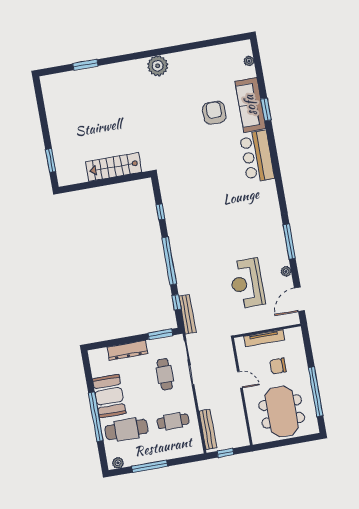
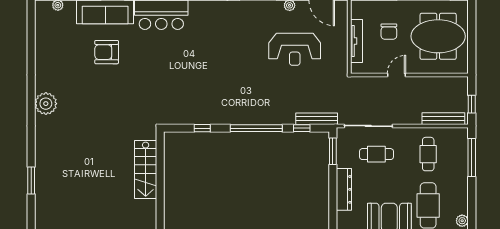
window: (150, 466) -> (472, 157), moved

